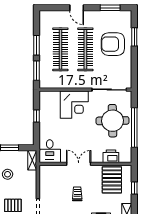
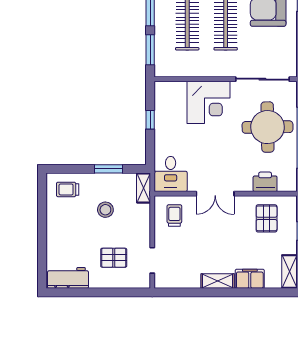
double door: (79, 164) -> (215, 194), swing flipped
pallet: (112, 180) -> (267, 218), width x0.67, depth x0.71
trolley: (77, 194) -> (174, 215), moved

